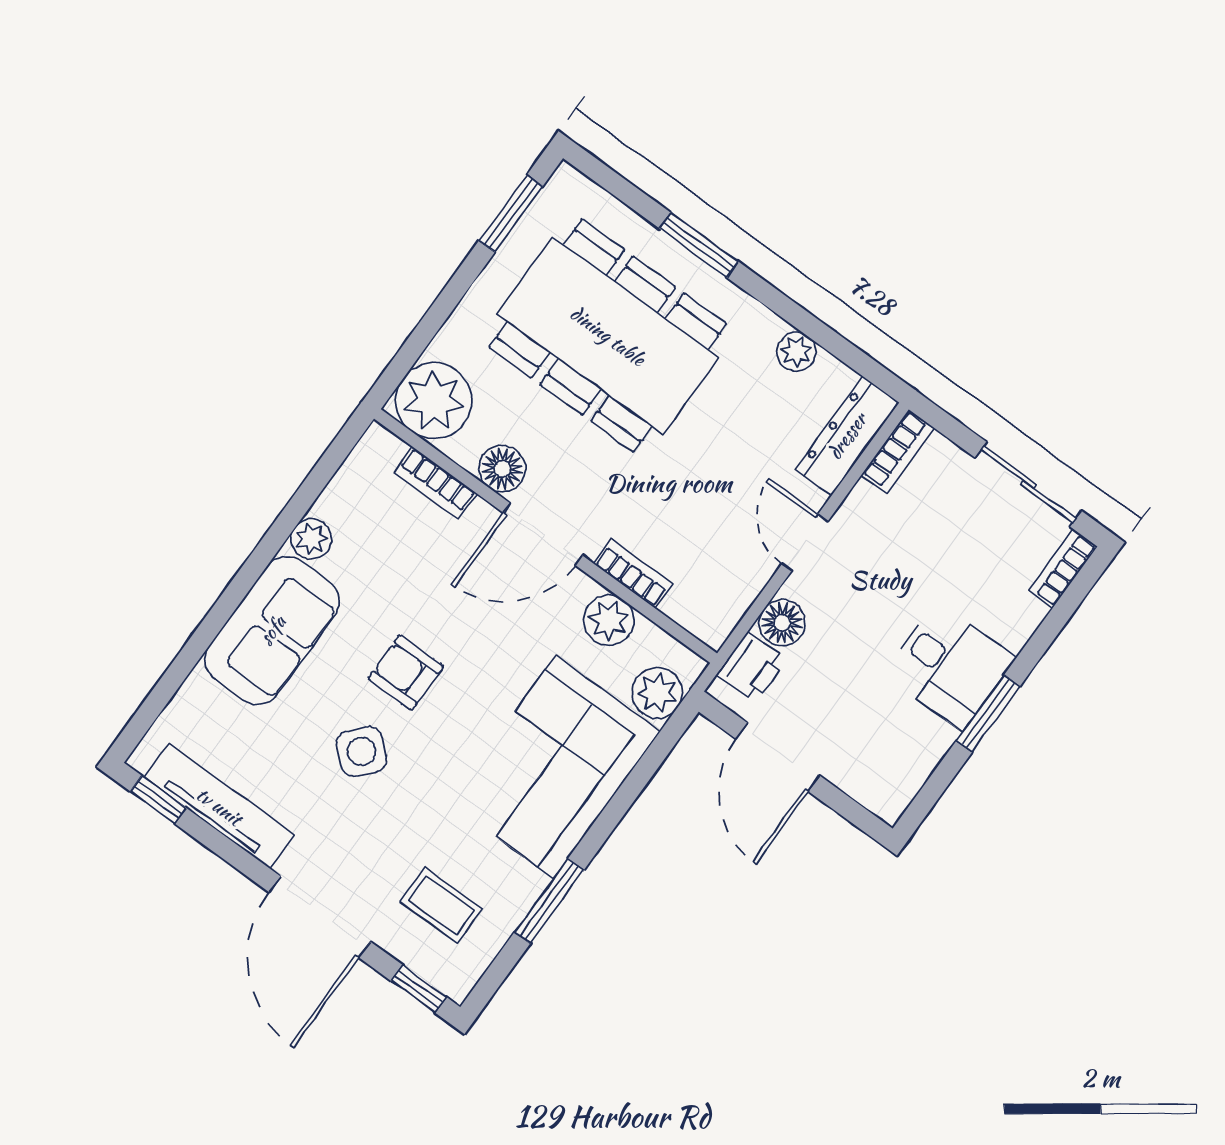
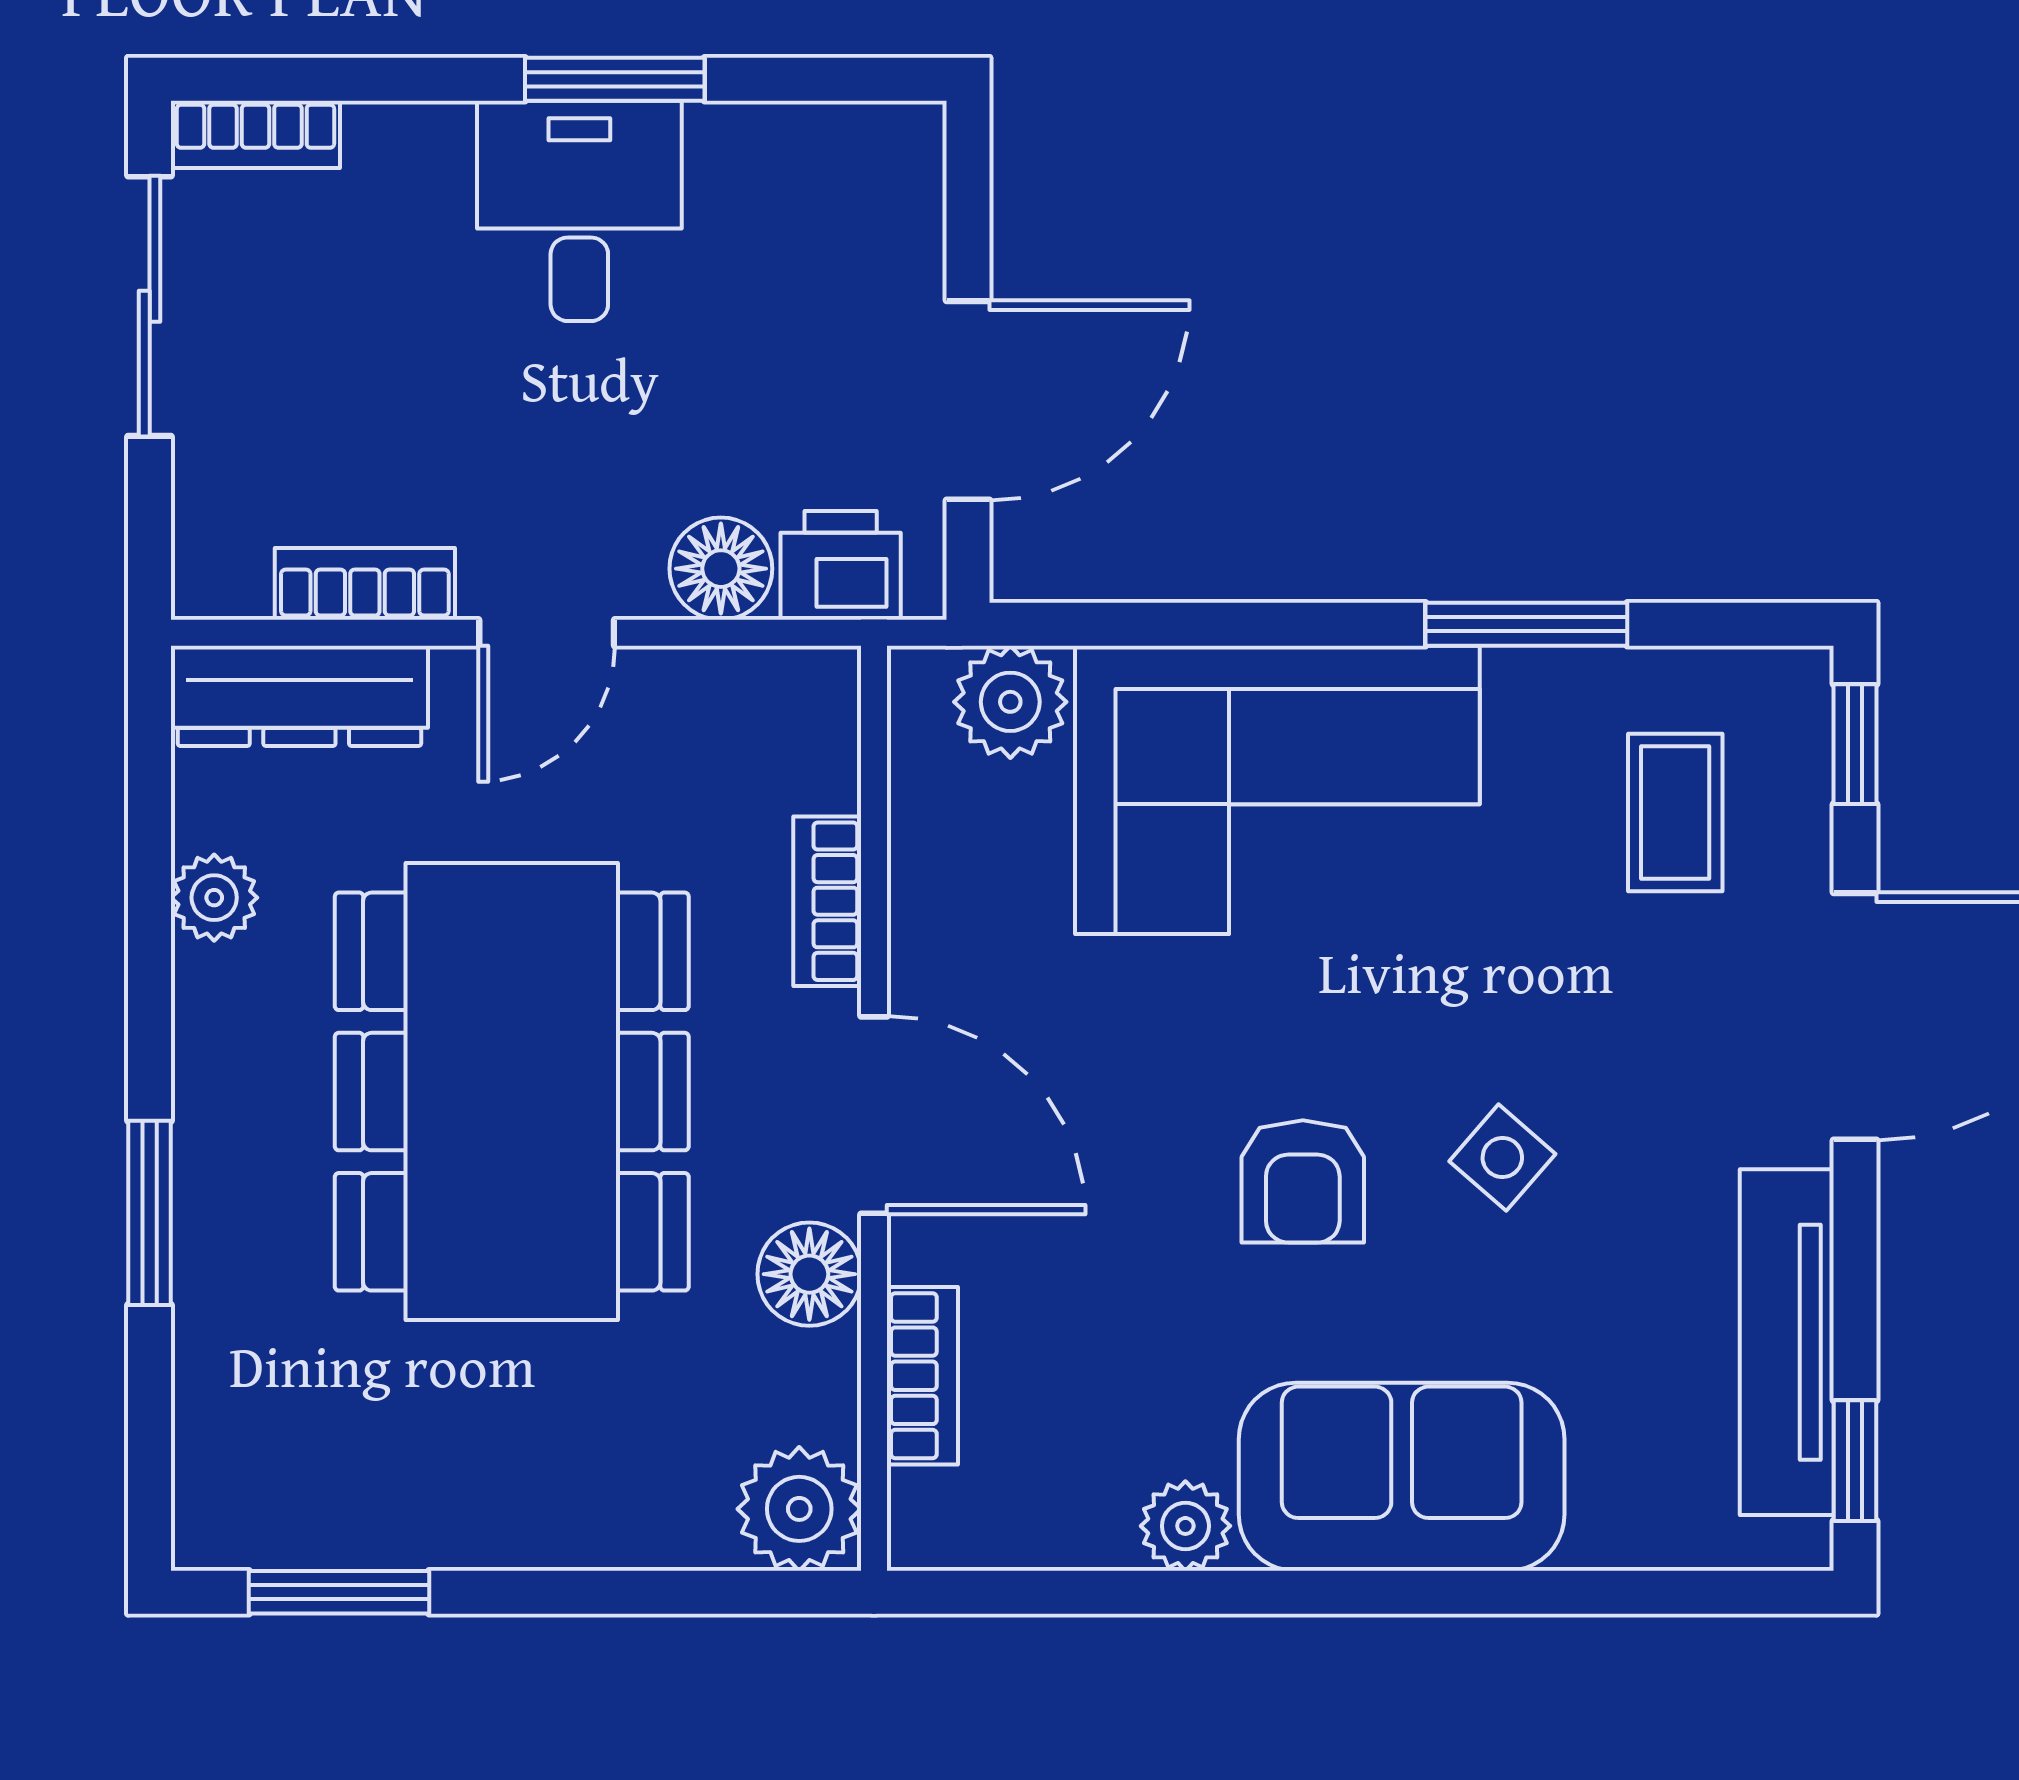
dining table: (608, 336) -> (512, 1092), moved
plant: (434, 401) -> (799, 1509), width x0.73, depth x0.73
bookcase: (898, 452) -> (365, 584), moved
plant: (609, 620) -> (943, 884), removed
side table: (362, 751) -> (1502, 1158), width x0.73, depth x0.73

